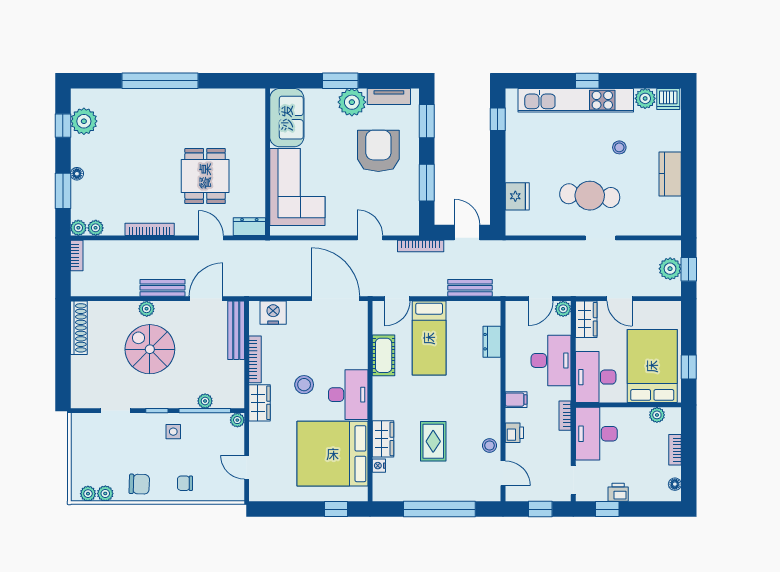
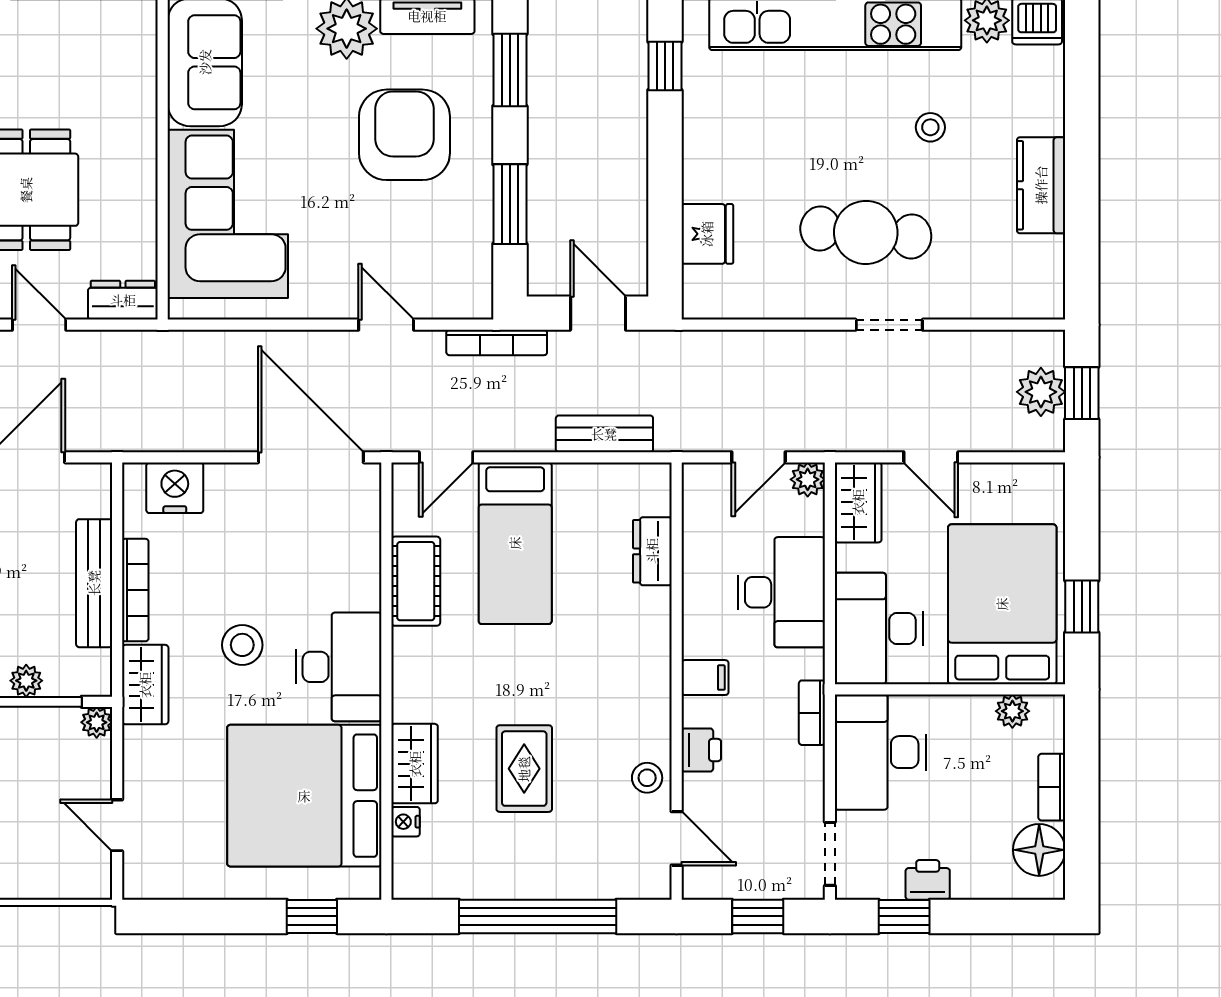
bench: (236, 330) -> (94, 583), moved
floor lamp: (675, 484) -> (1039, 850), width x1.89, depth x1.89

